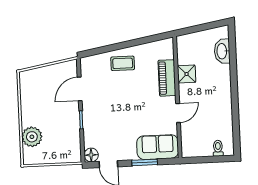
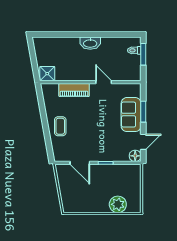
washbasin: (222, 51) -> (90, 43), moved
shower: (187, 74) -> (47, 74), moved
sofa: (158, 147) -> (131, 115), moved
window: (214, 159) -> (143, 54), added

